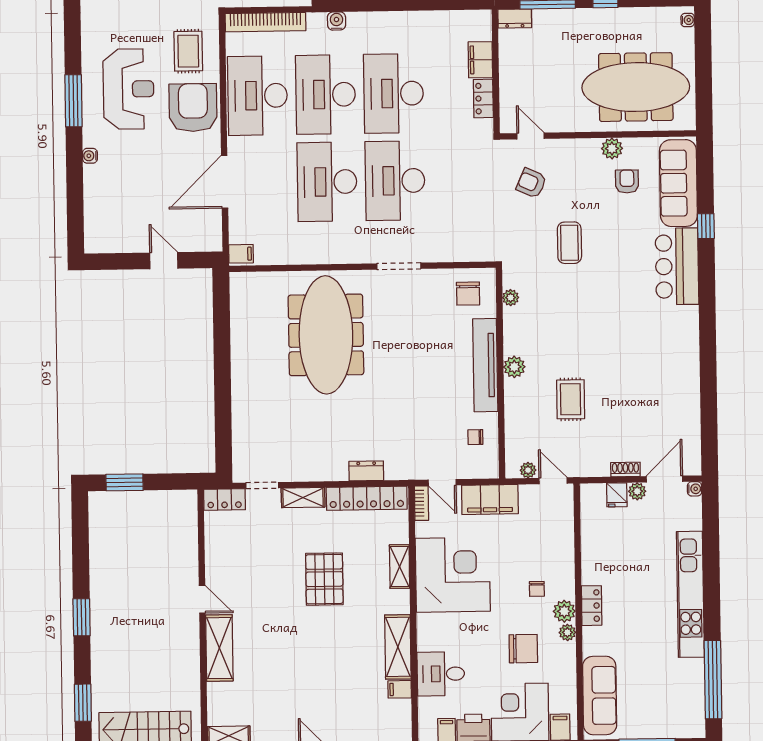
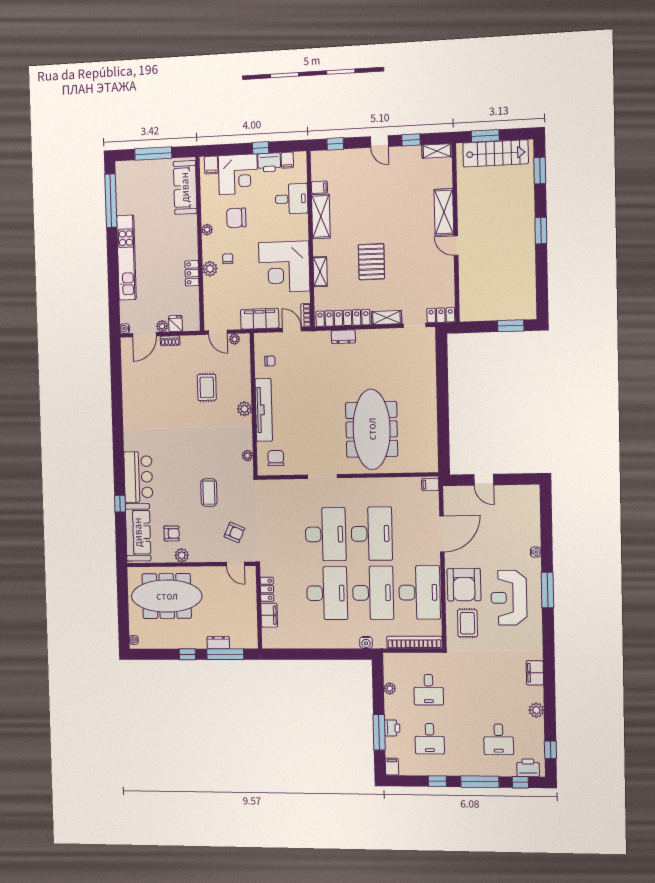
dresser: (515, 19) -> (218, 643), moved
armchair: (627, 181) -> (172, 533), turned -90
locker: (592, 606) -> (192, 273), moved
plant: (564, 611) -> (210, 269), moved

